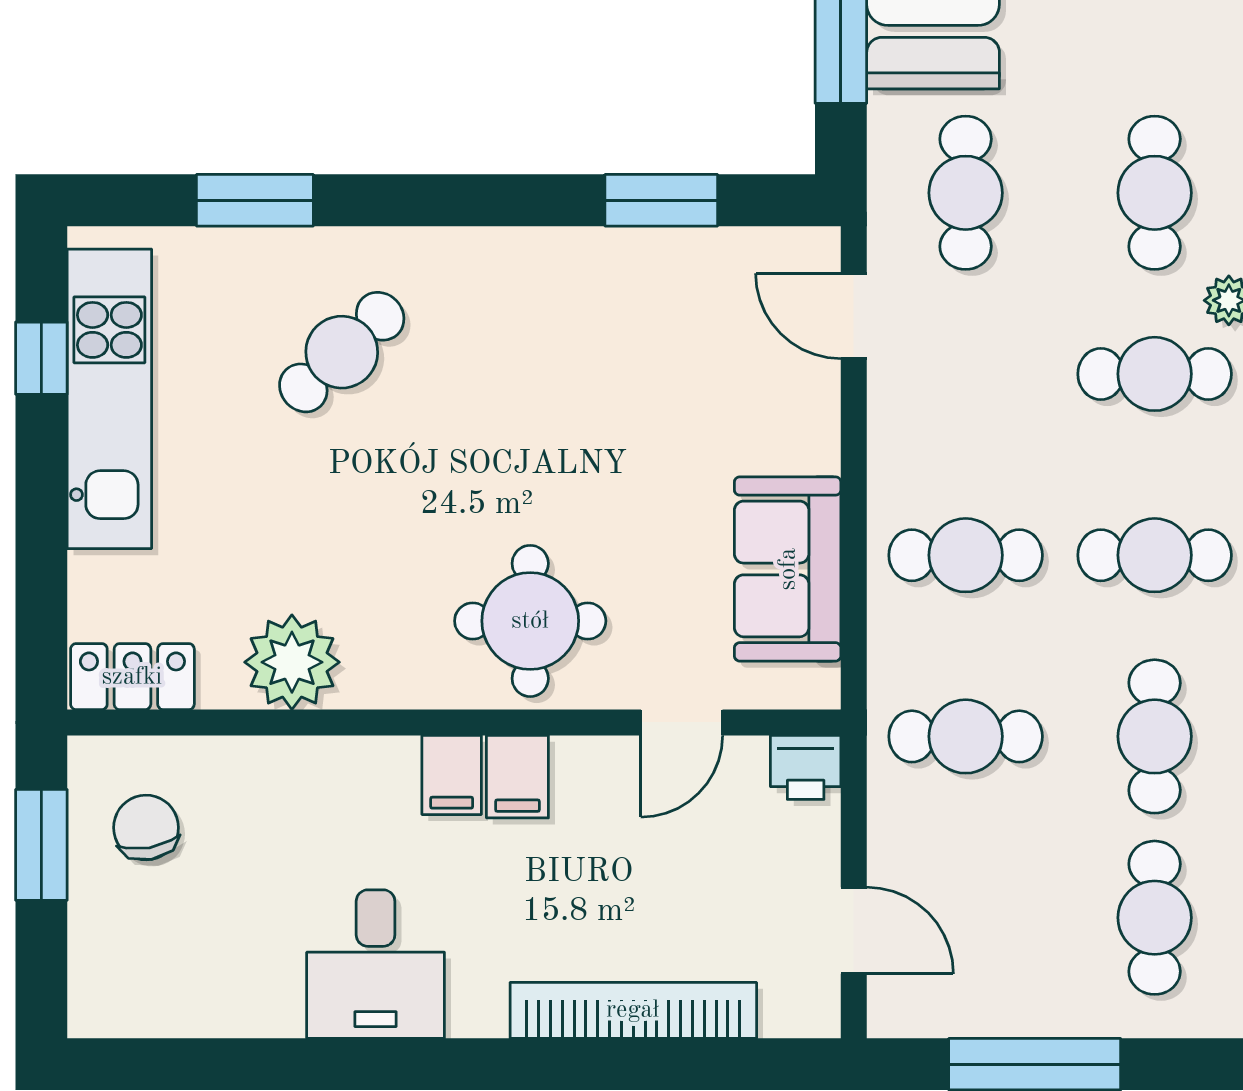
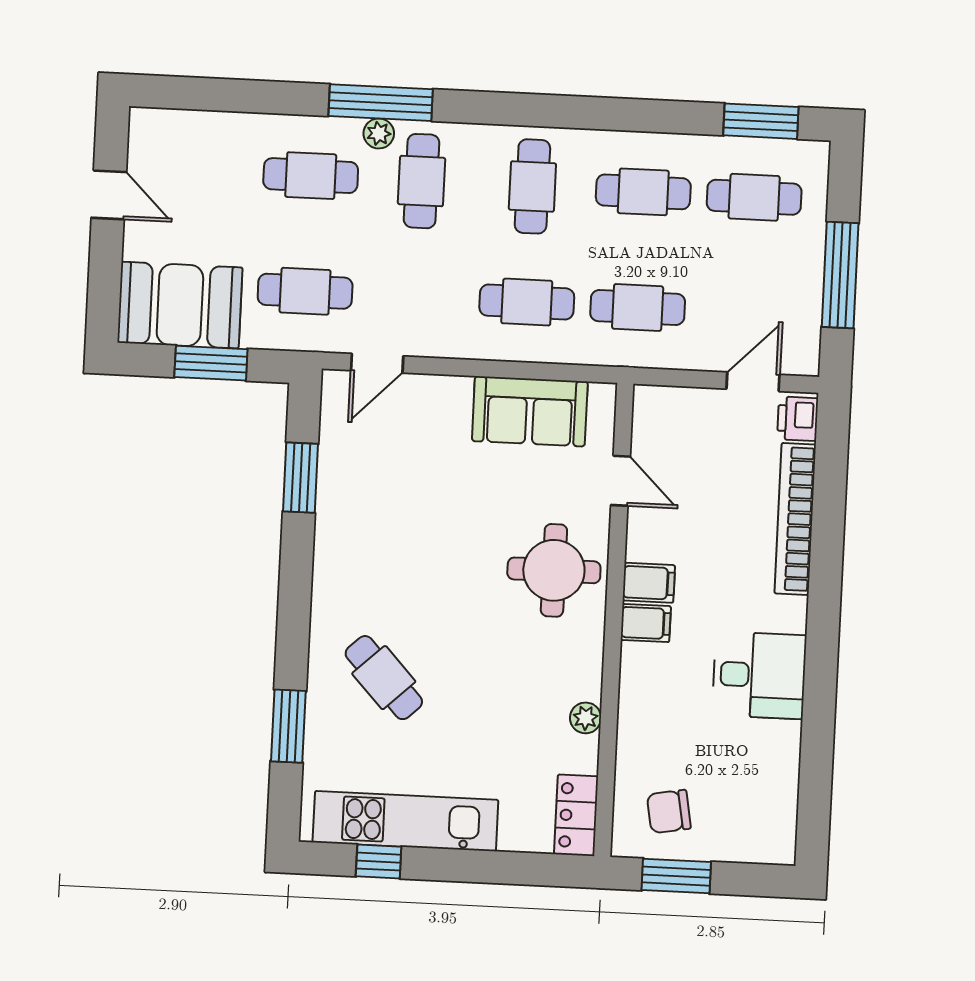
cafe table: (966, 555) -> (527, 302), turned 90
plant: (292, 662) -> (586, 718), width x0.53, depth x0.53
cafe table: (966, 736) -> (638, 307), turned 90
printer: (806, 767) -> (798, 419), moved, turned 180

